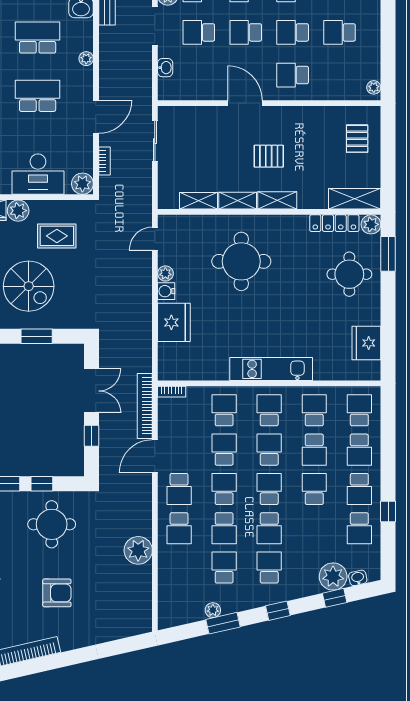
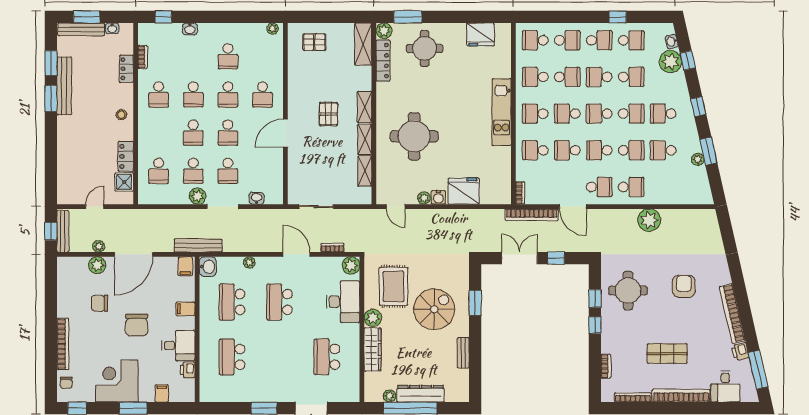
rug: (57, 236) -> (393, 286), width x1.36, depth x1.43
school desk: (314, 528) -> (631, 77), added

